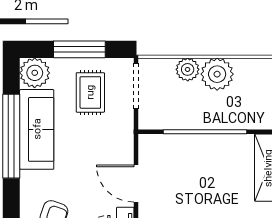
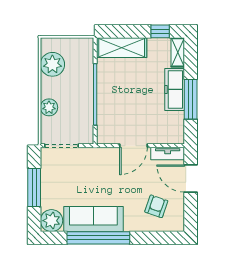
plant: (217, 74) -> (52, 64), moved
rug: (90, 92) -> (66, 179), removed

